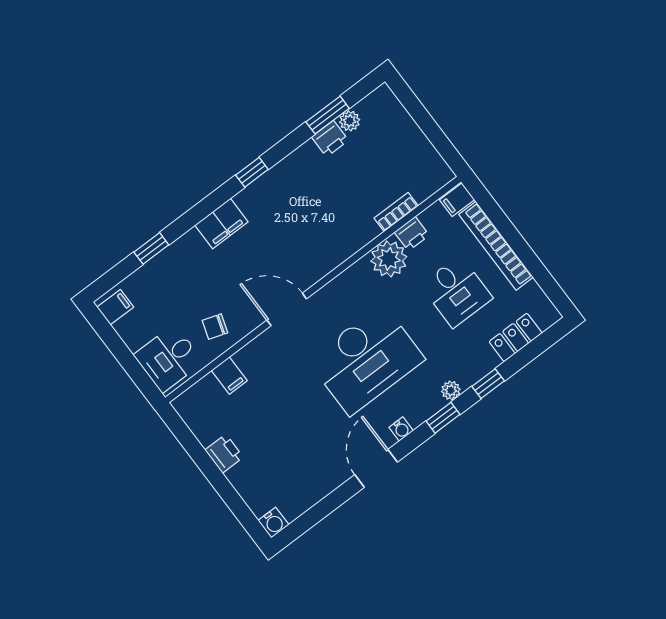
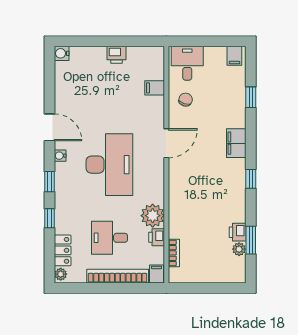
bookcase: (396, 212) -> (174, 253), moved
desk: (366, 360) -> (109, 165), turned 180
plant: (451, 390) -> (61, 274), moved

